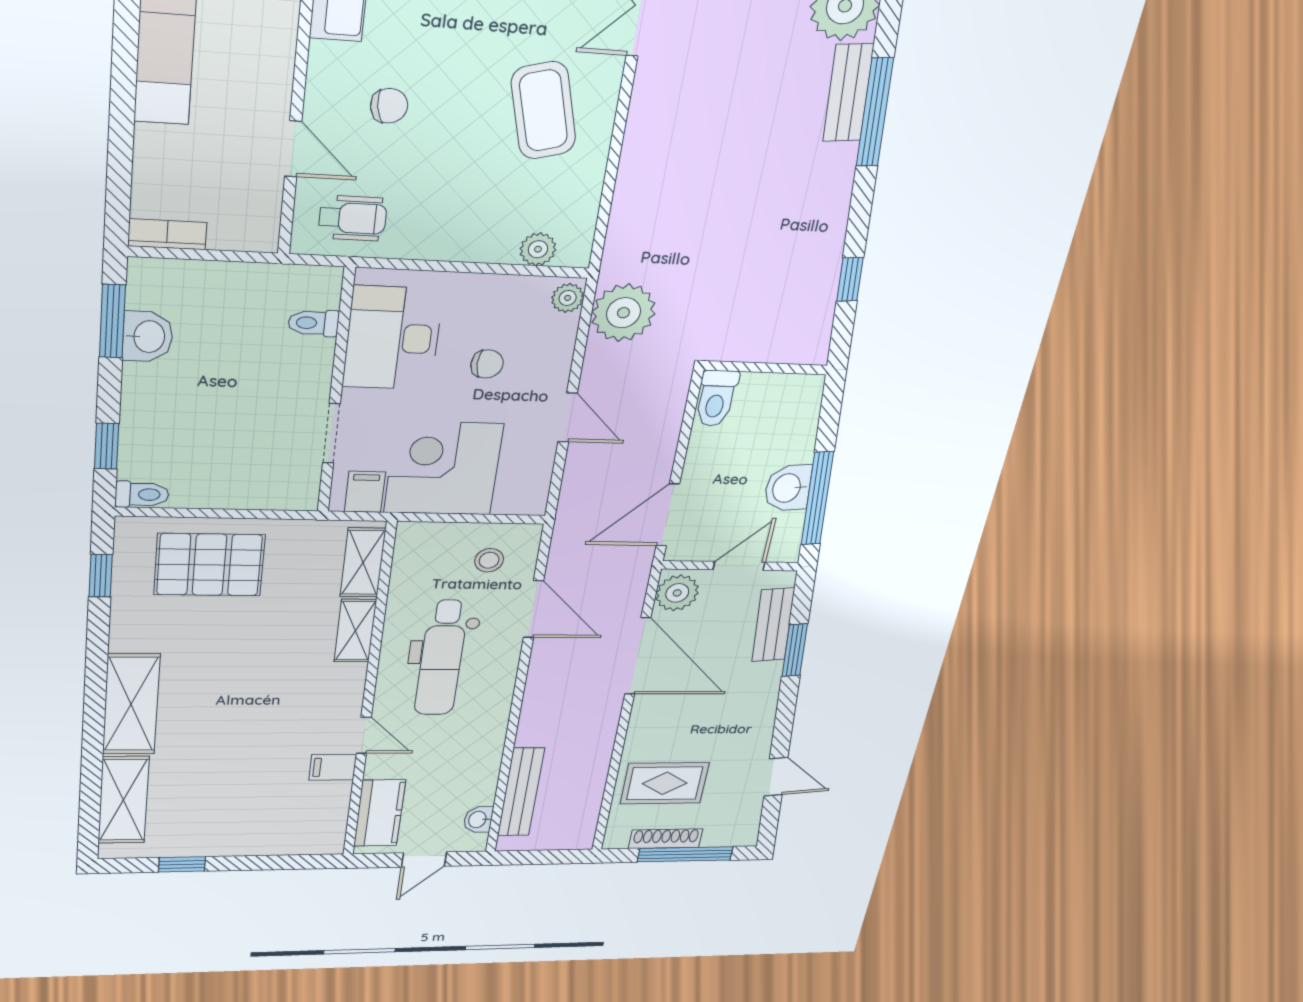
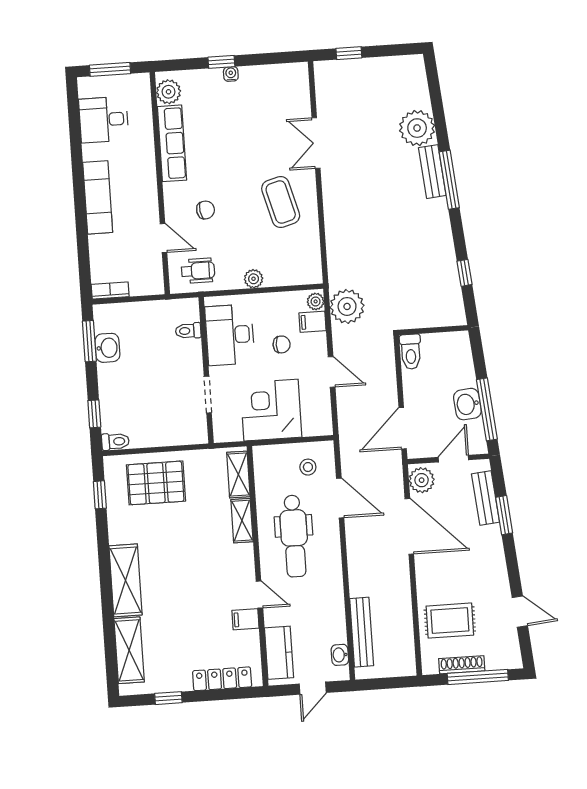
plant: (538, 249) -> (254, 279), moved
filing cabinet: (365, 492) -> (313, 322), moved, turned -90
locker: (277, 843) -> (222, 679), added

